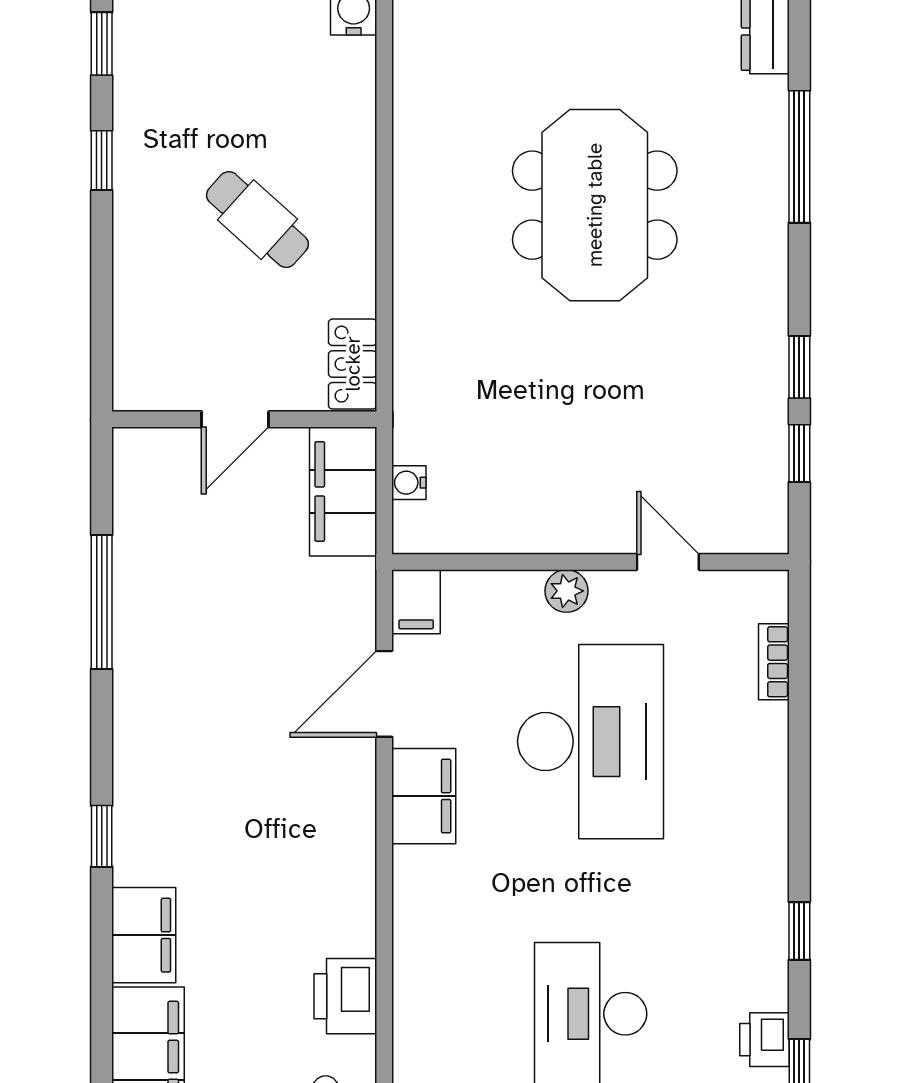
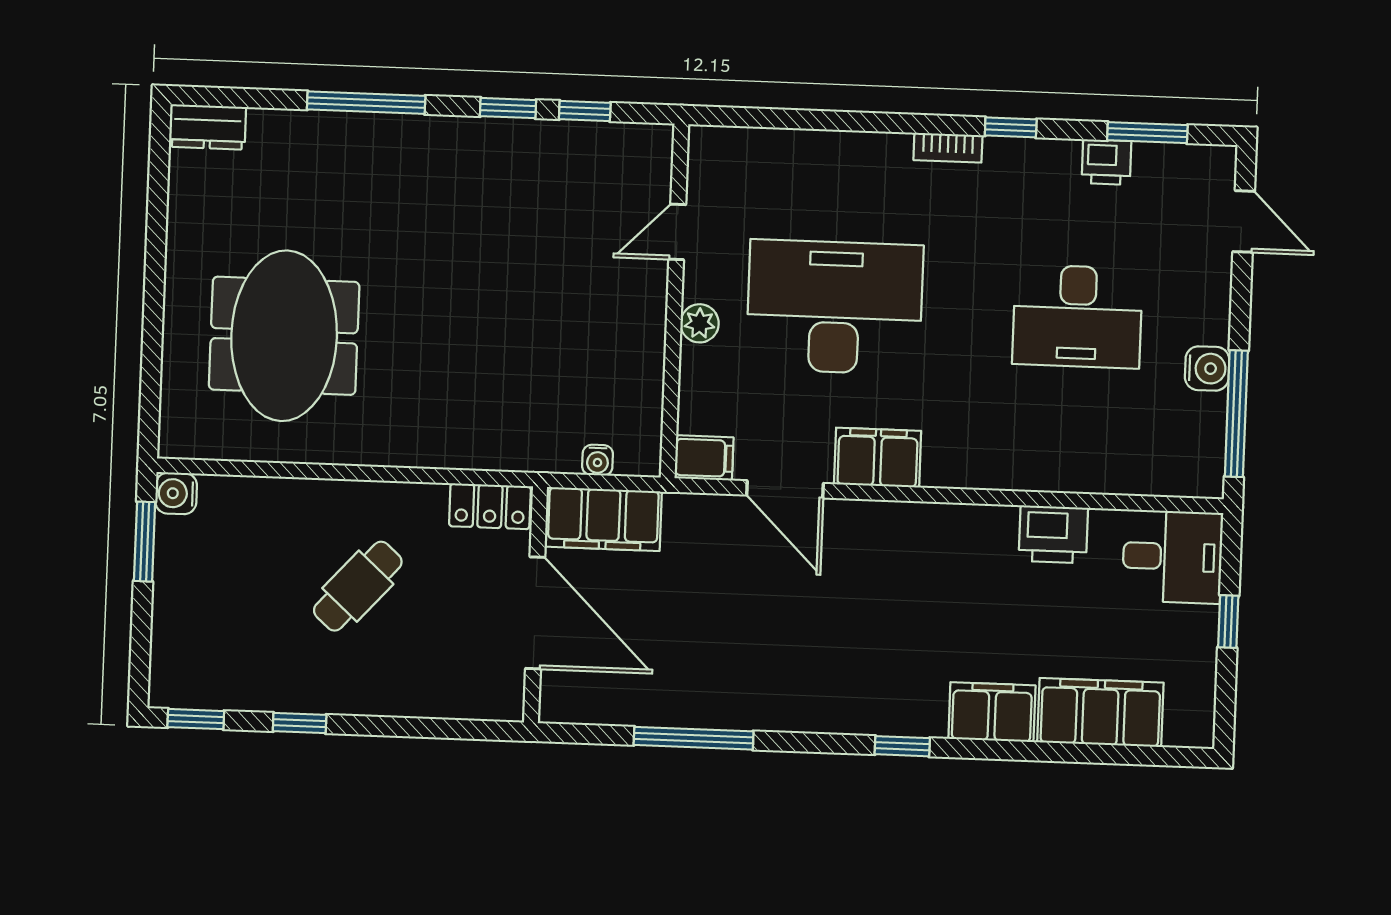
window: (799, 157) -> (366, 103), moved
meeting table: (595, 205) -> (284, 336), moved, turned 90
door: (235, 419) -> (535, 613), width x1.87
bookcase: (774, 662) -> (948, 148), moved

